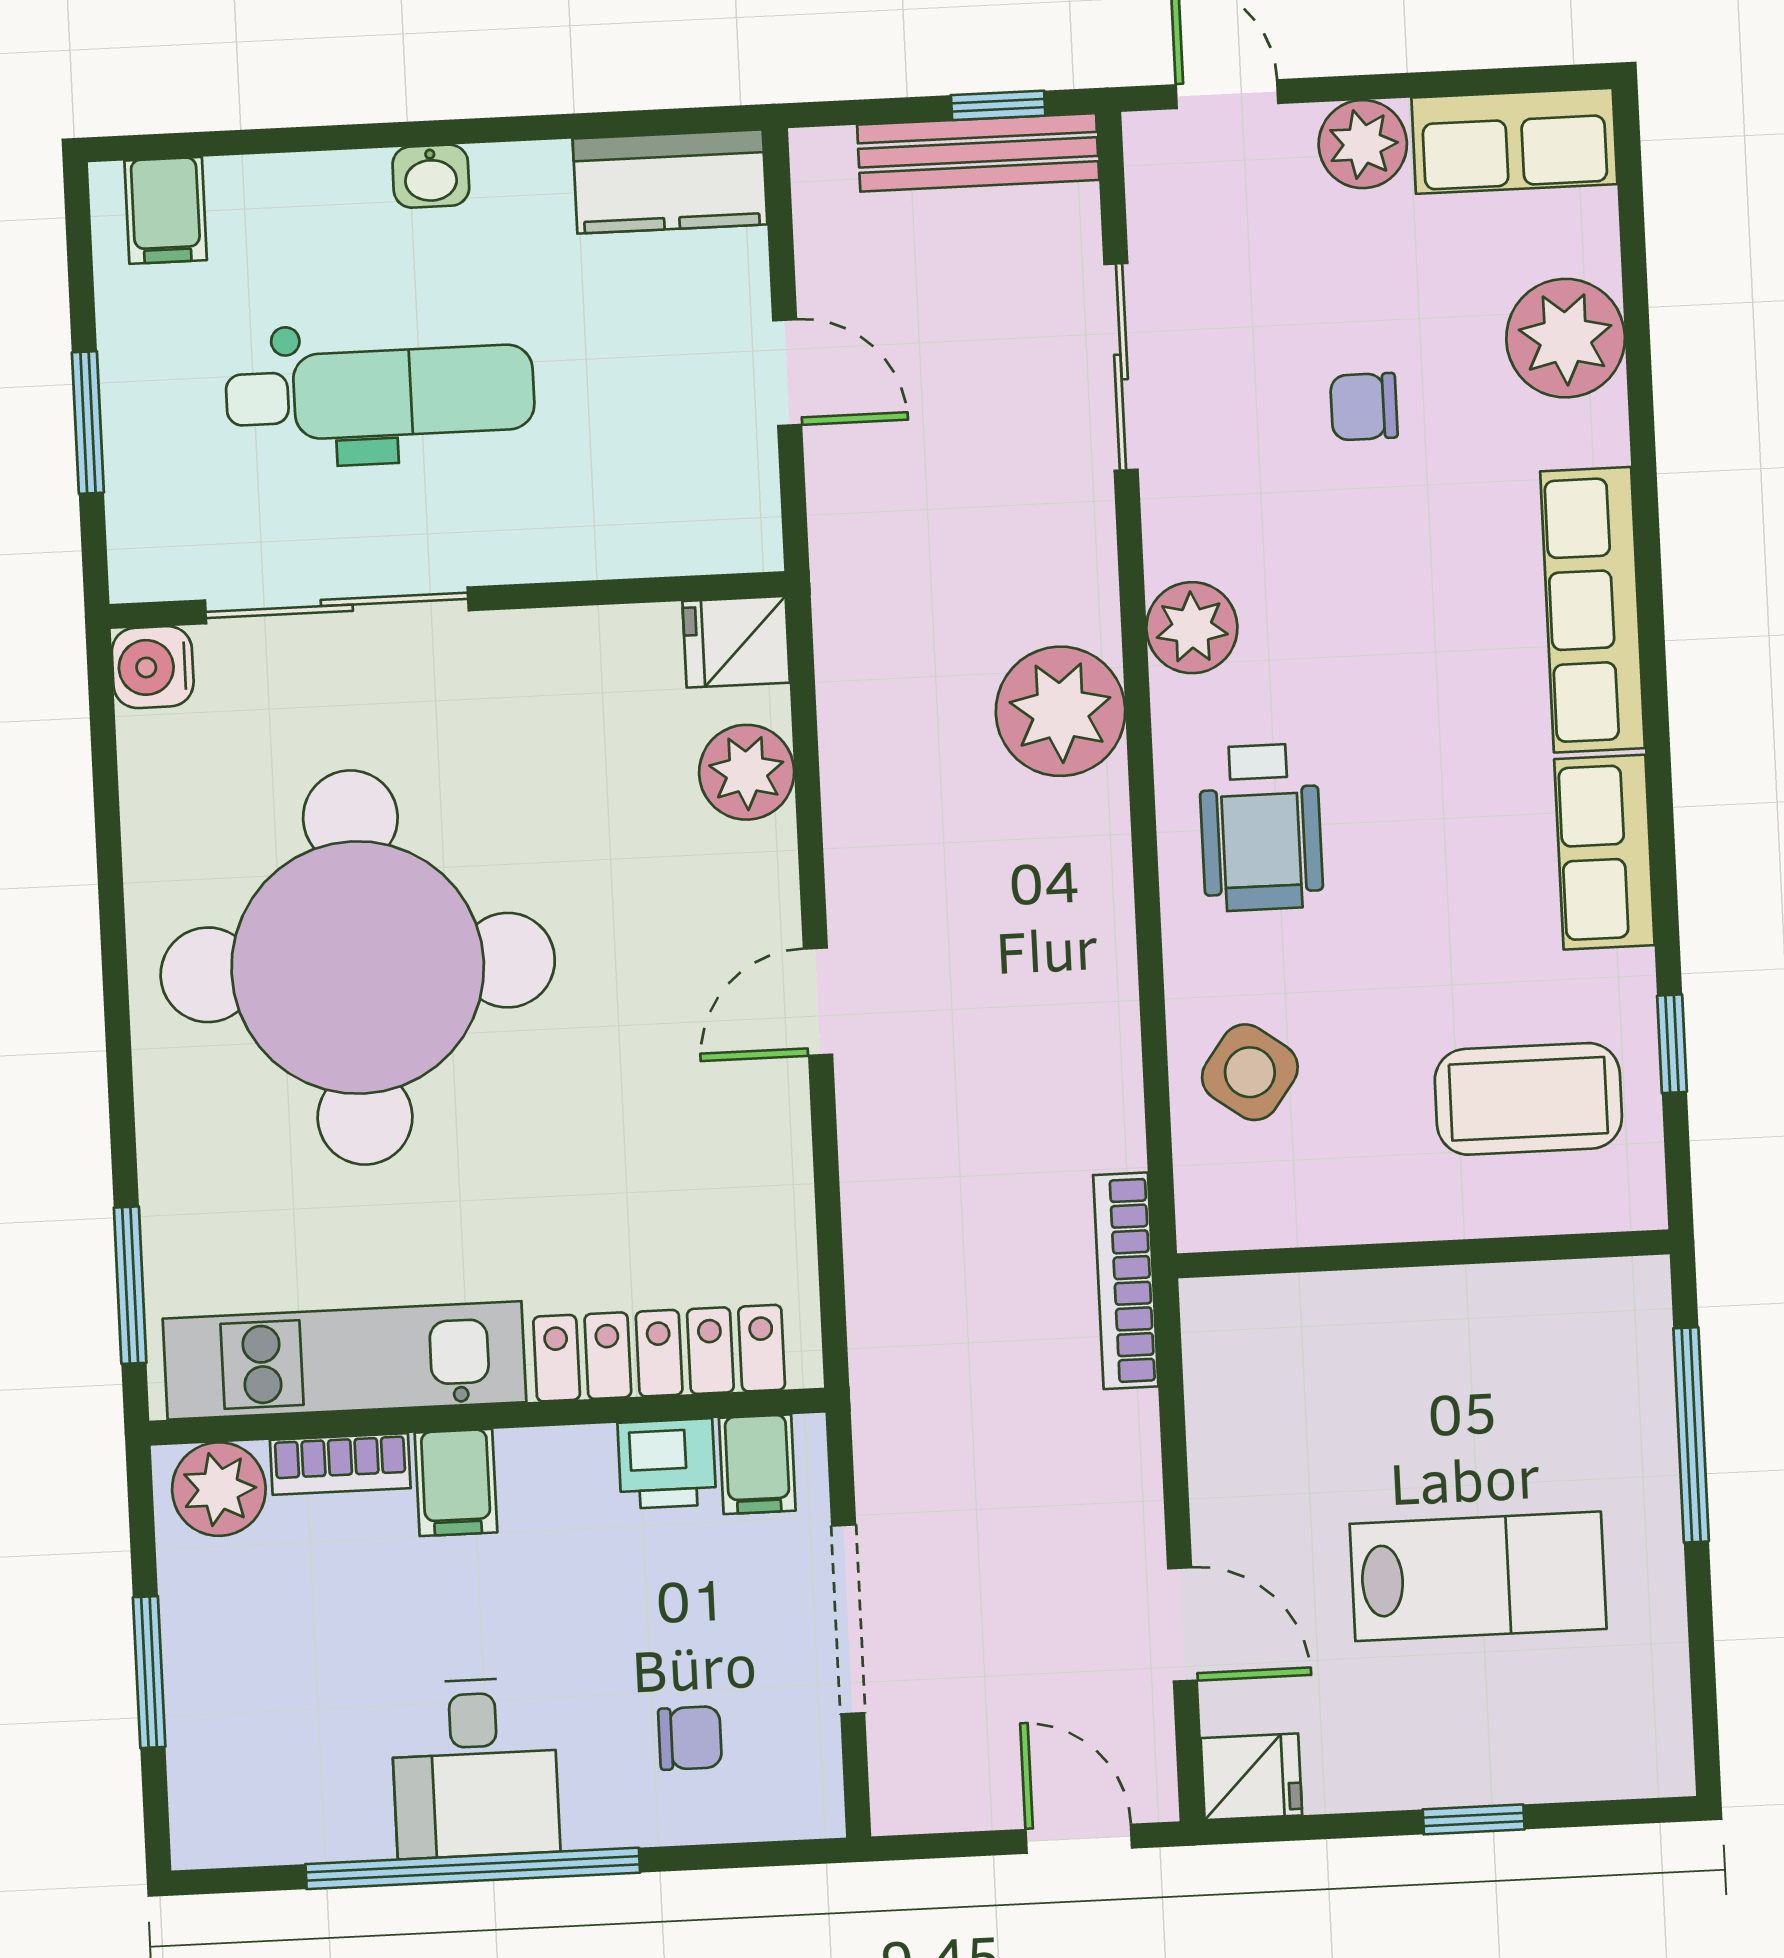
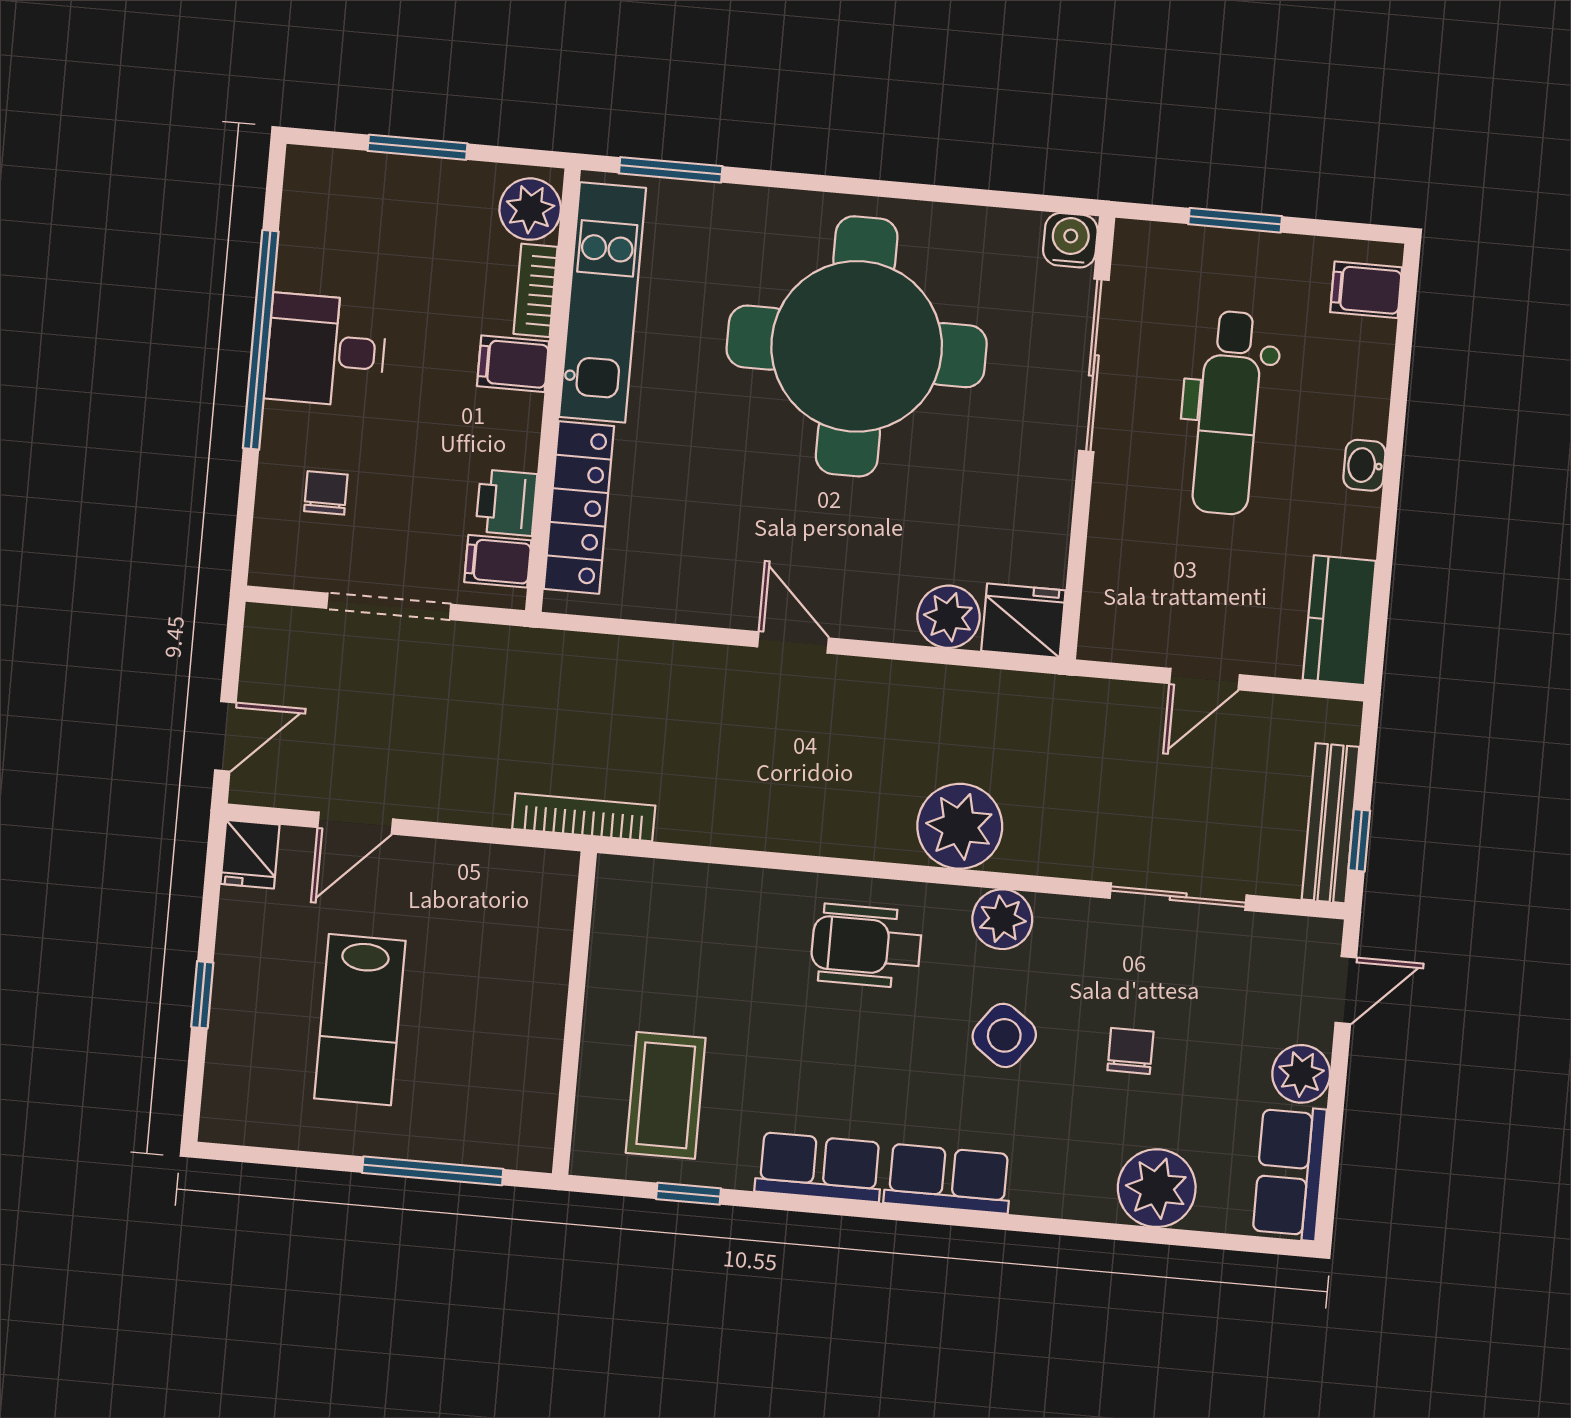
row of seats: (1593, 610) -> (948, 1179), width x0.68
fridge: (736, 642) -> (1023, 621), width x1.38
side table: (1250, 1072) -> (1004, 1035), moved
chair: (690, 1738) -> (326, 493), turned 180

